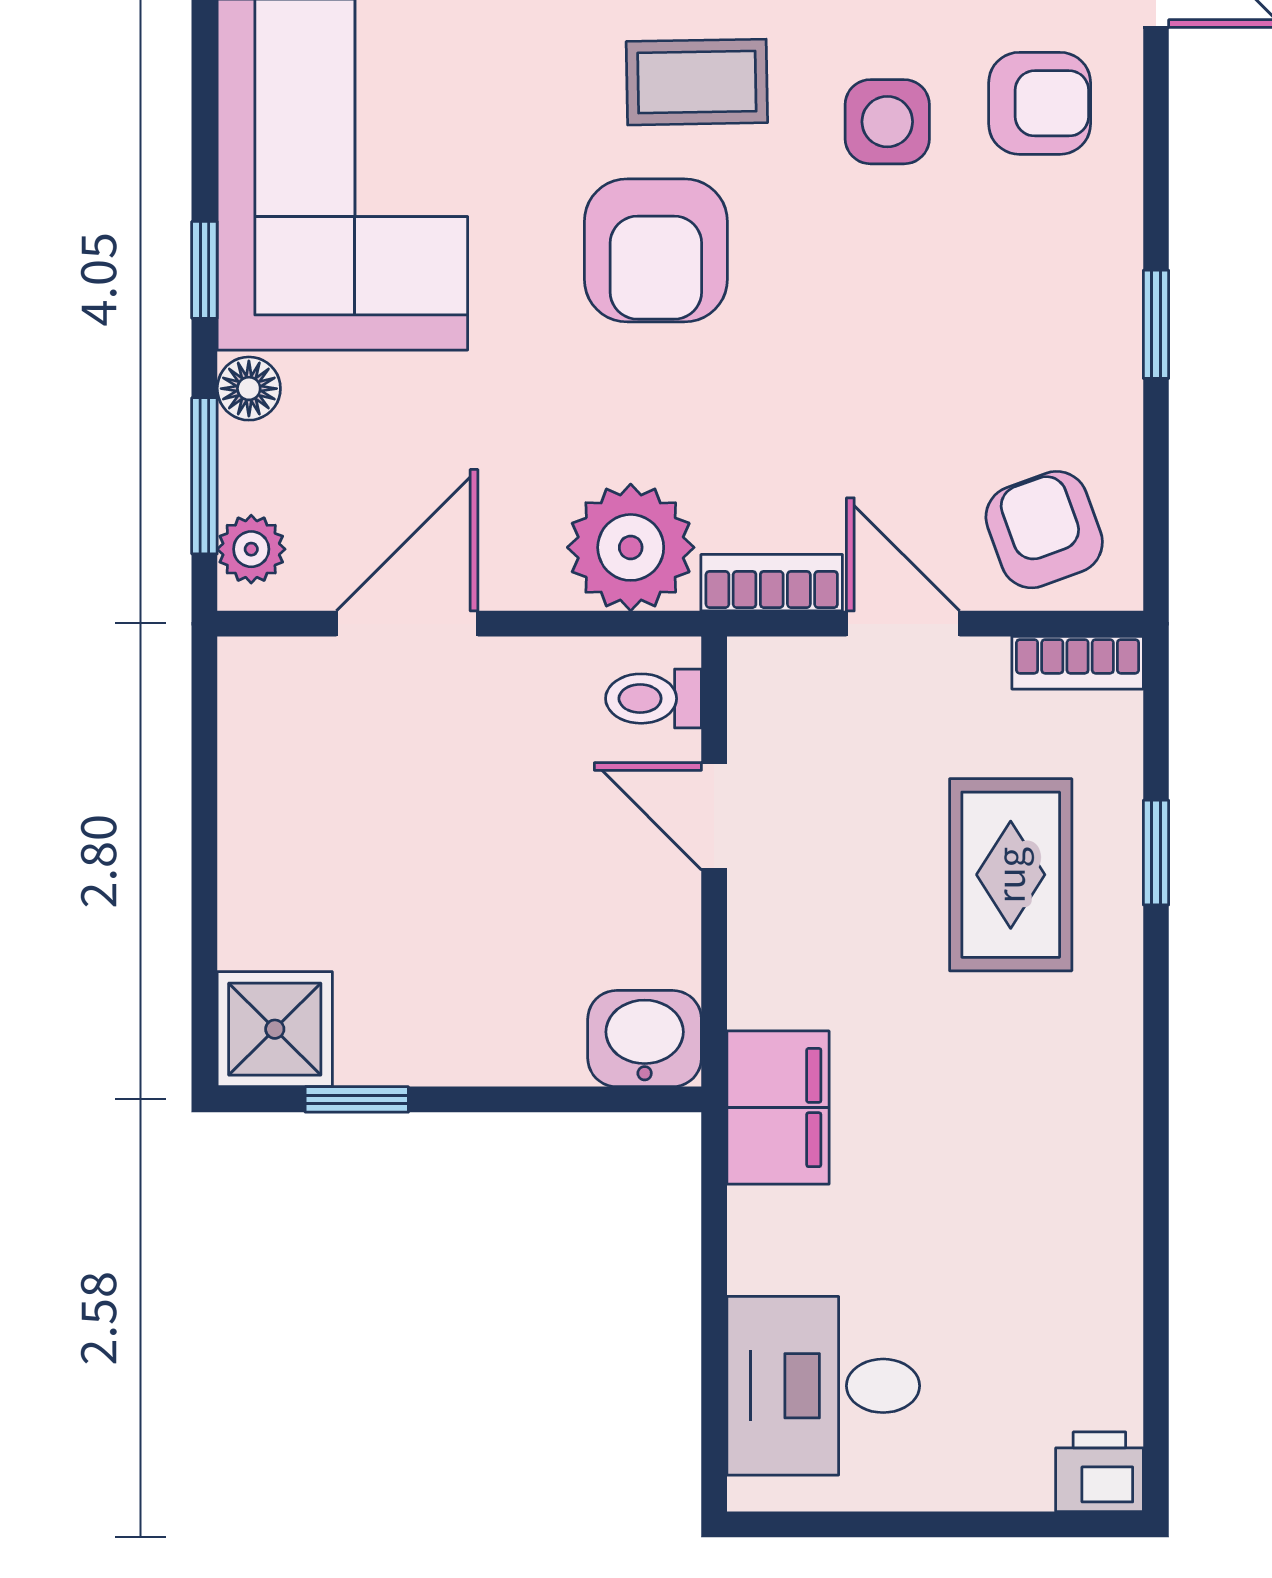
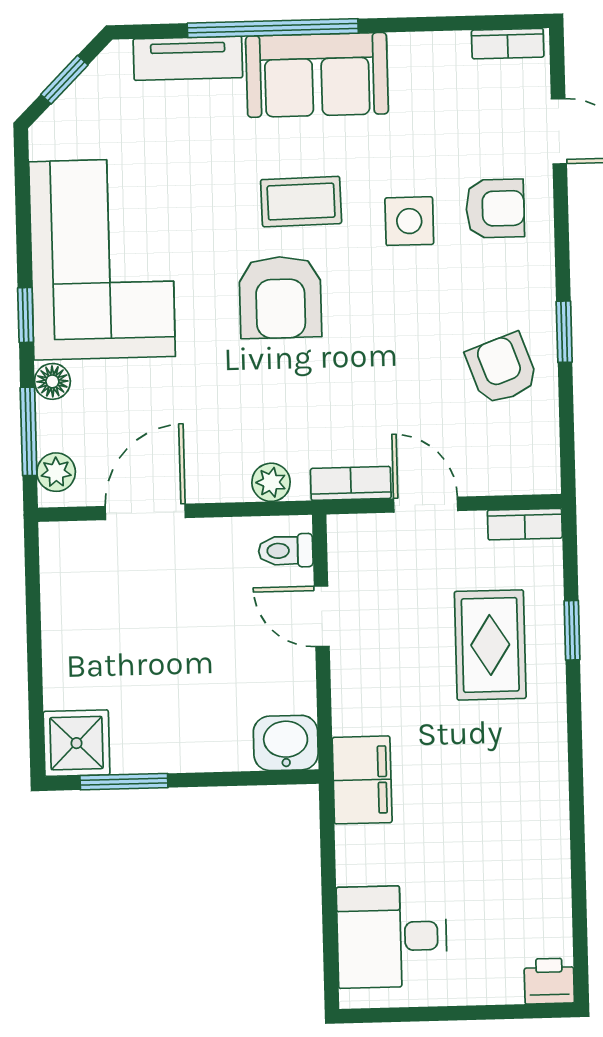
armchair: (1044, 530) -> (502, 369), moved
plant: (631, 547) -> (271, 482), width x0.53, depth x0.53
window: (357, 1099) -> (124, 782), width x1.50

